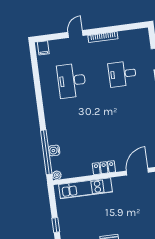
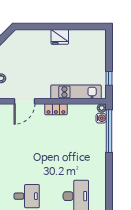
water cooler: (54, 150) -> (101, 118), moved
window: (56, 225) -> (109, 78), moved

